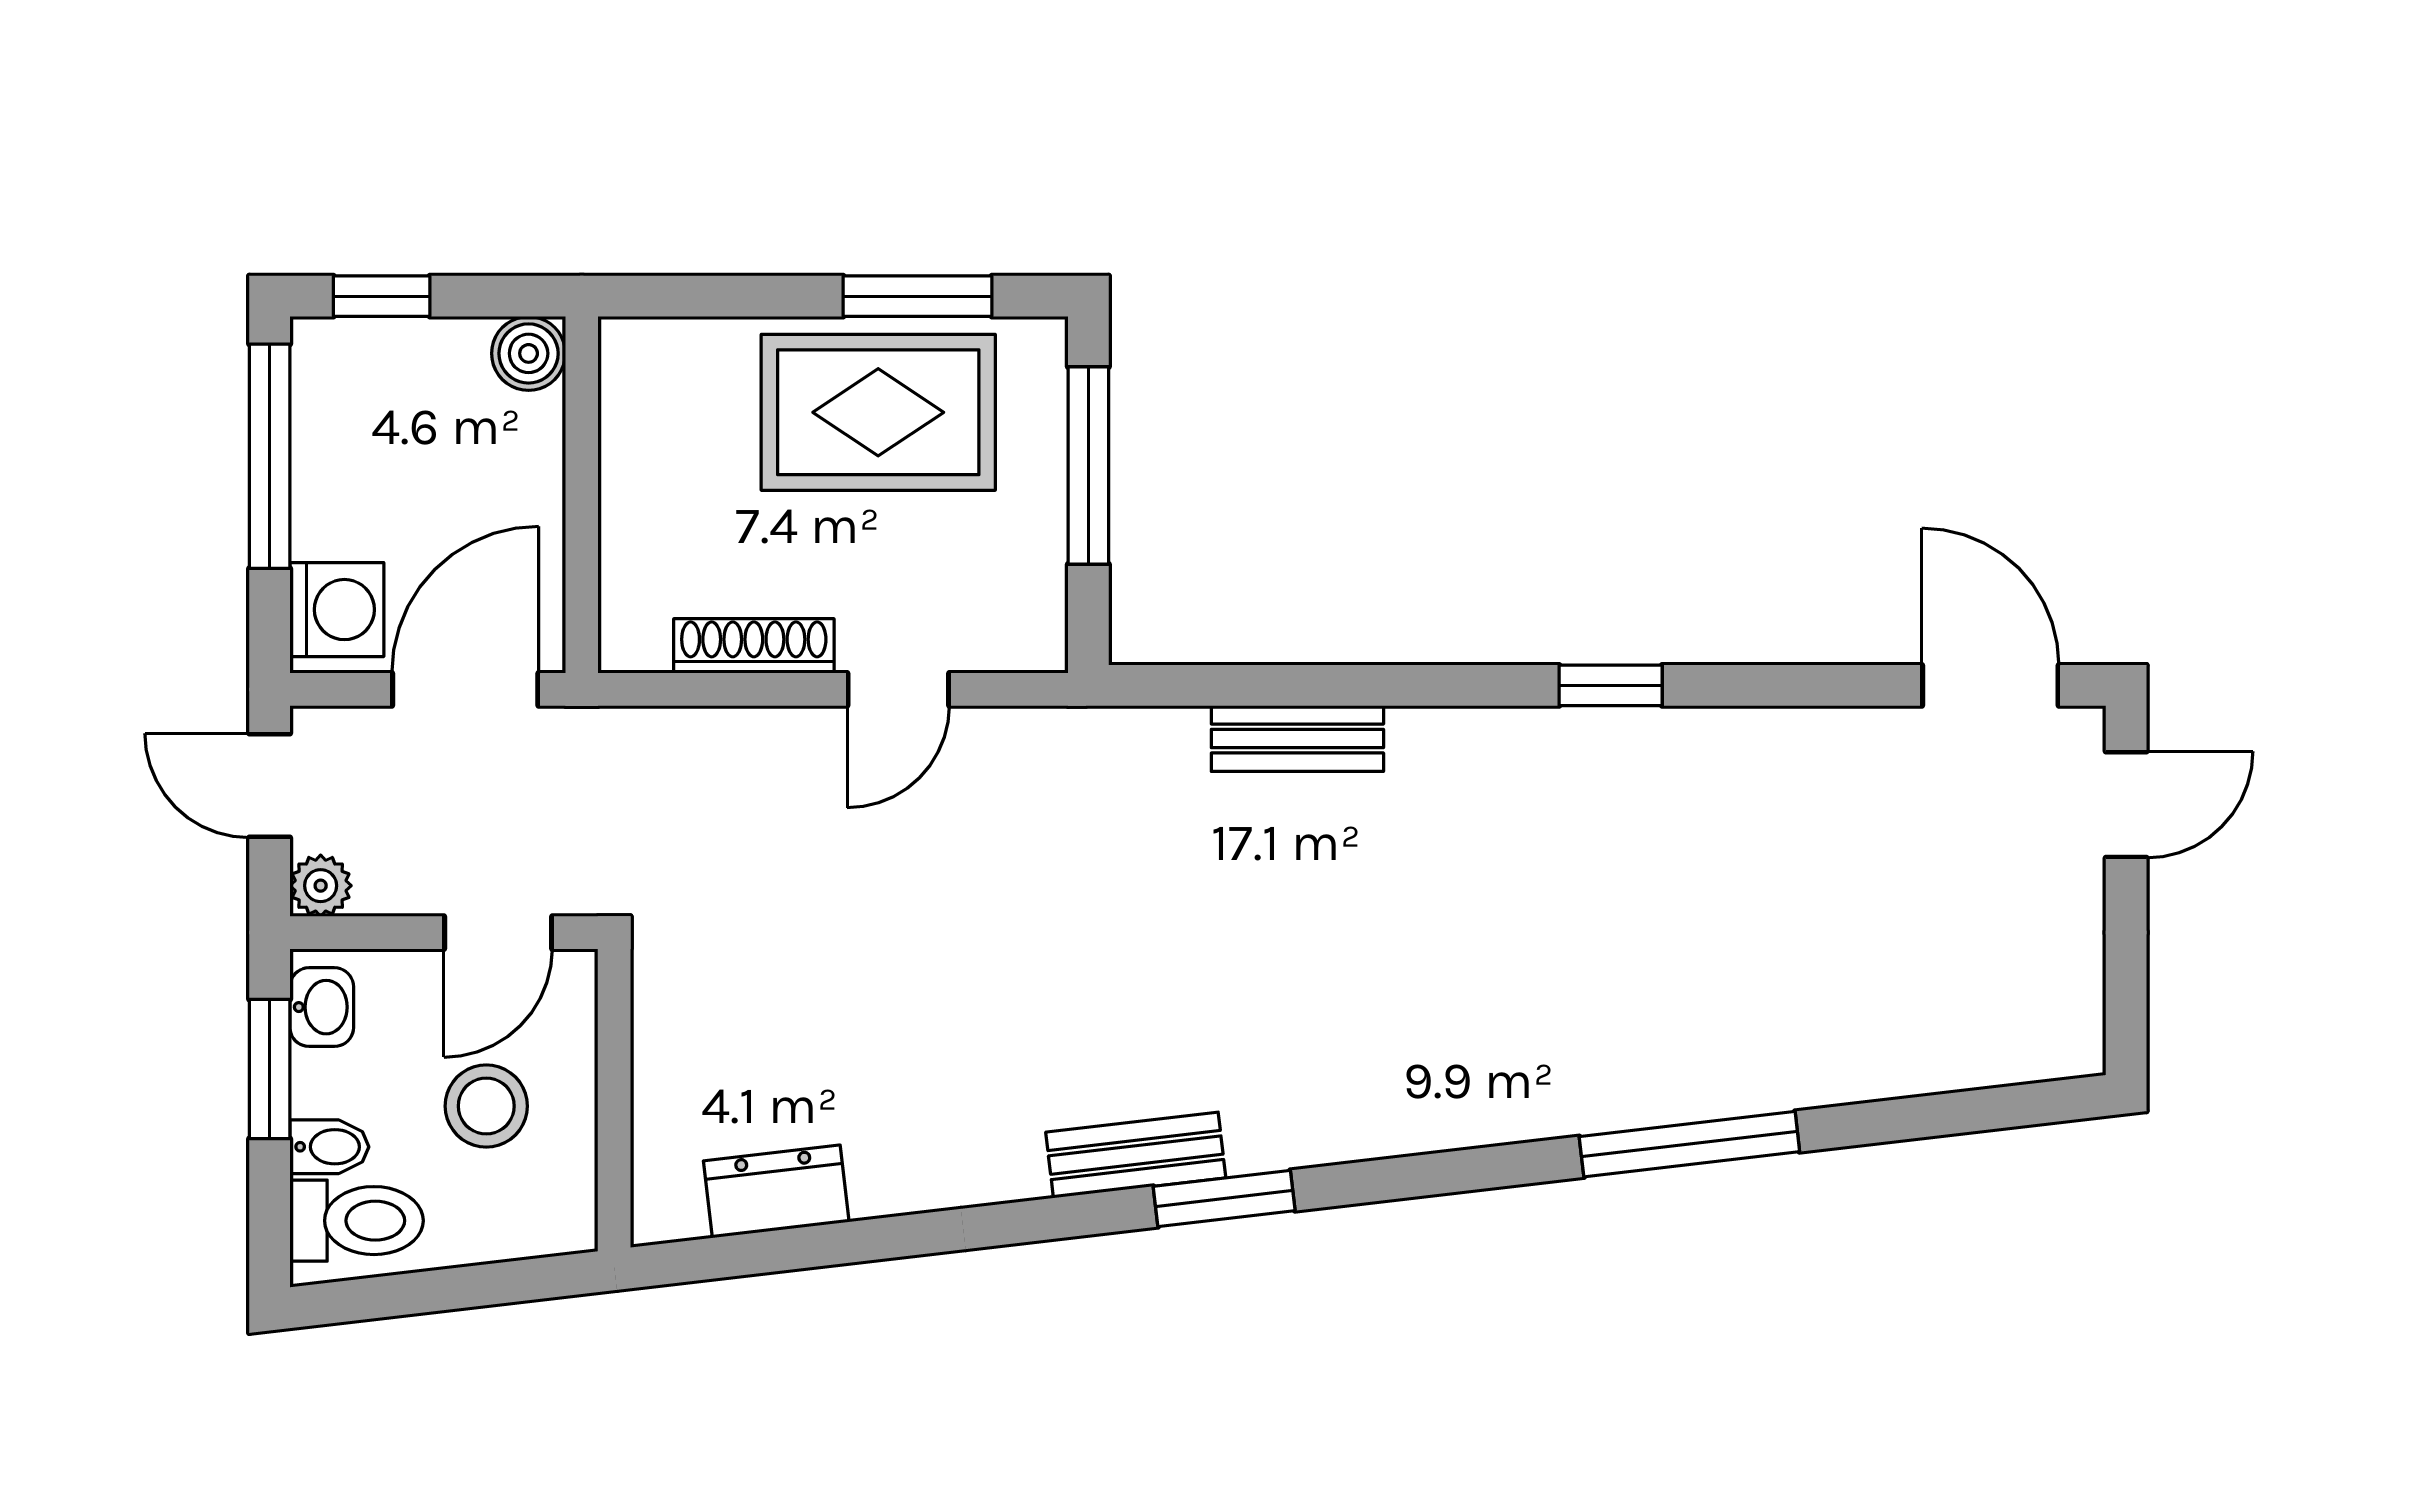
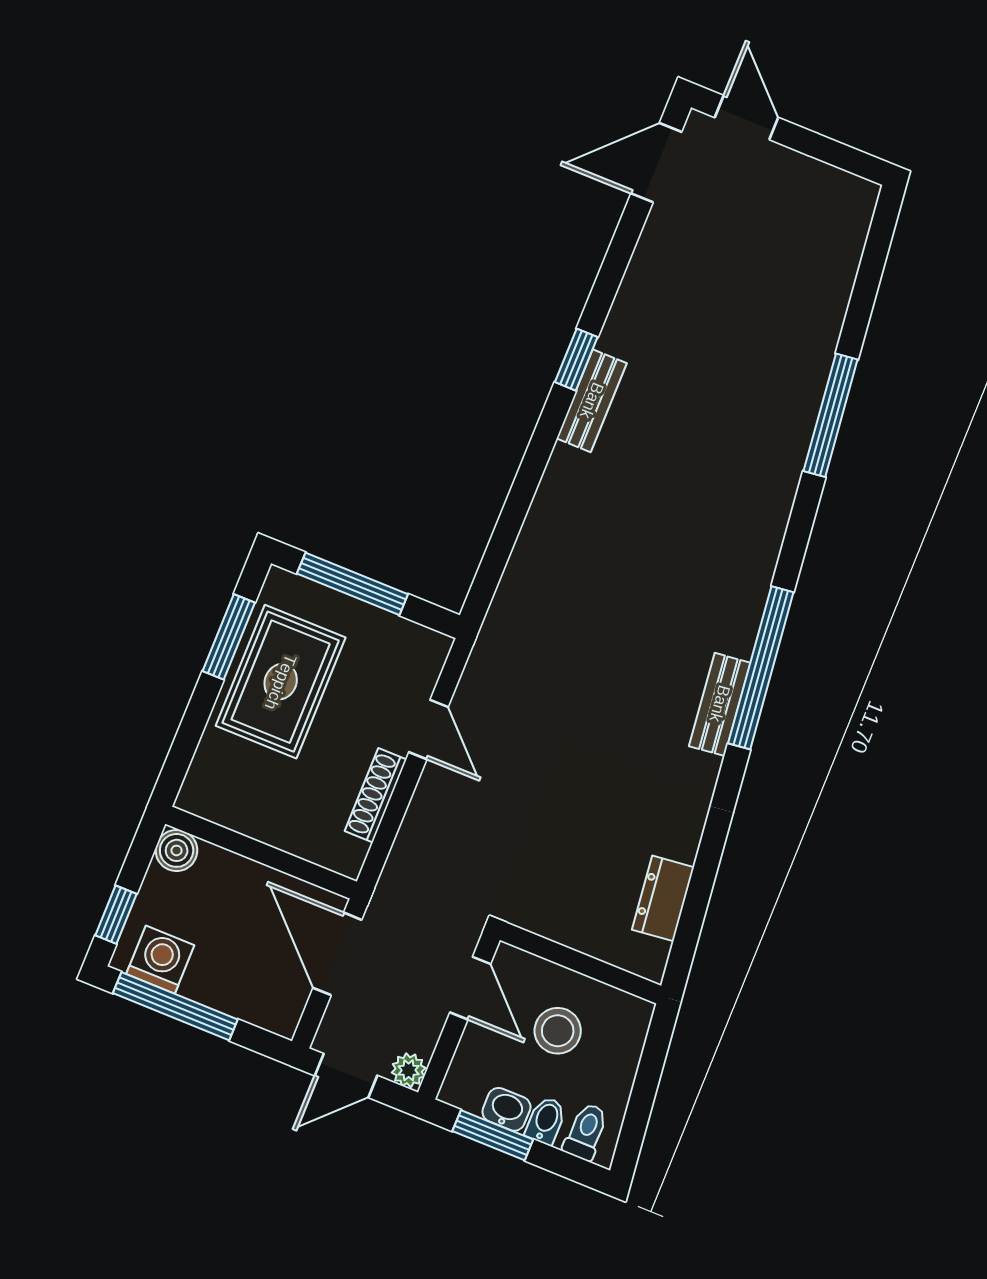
washing machine: (337, 610) -> (160, 960), moved
bench: (1297, 738) -> (592, 401), moved
washbasin: (322, 1007) -> (506, 1109), moved
window: (1224, 1199) -> (761, 668), width x2.11
toilet: (357, 1221) -> (586, 1132), width x0.73, depth x0.72

